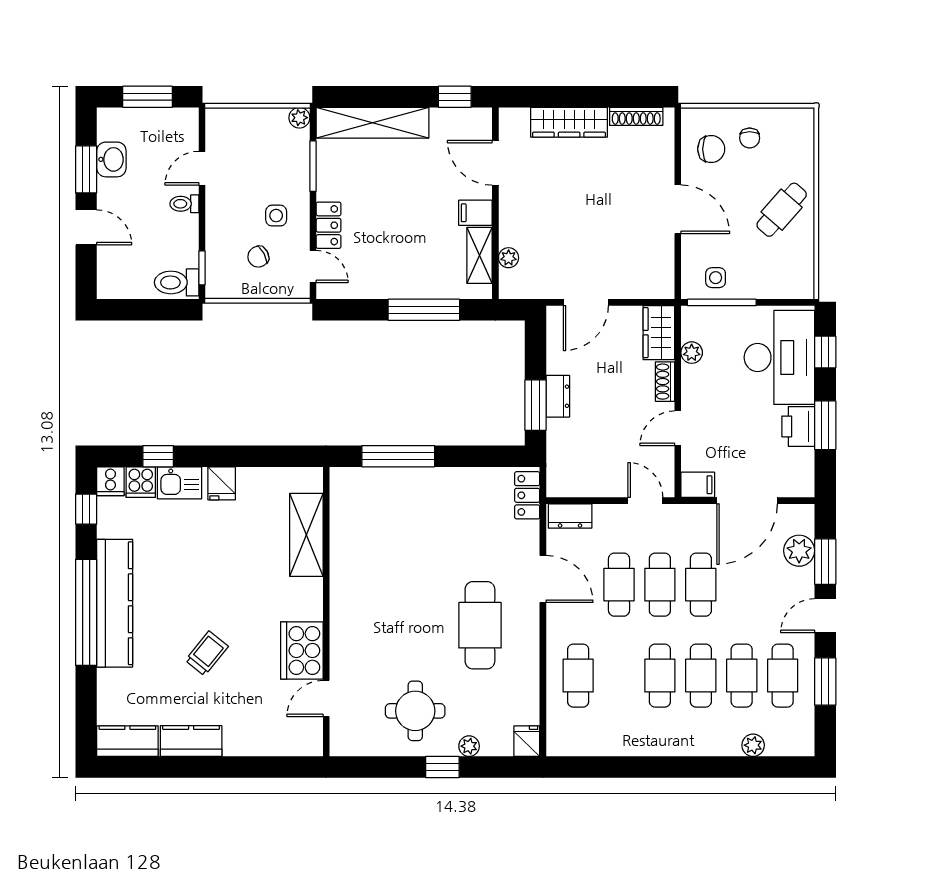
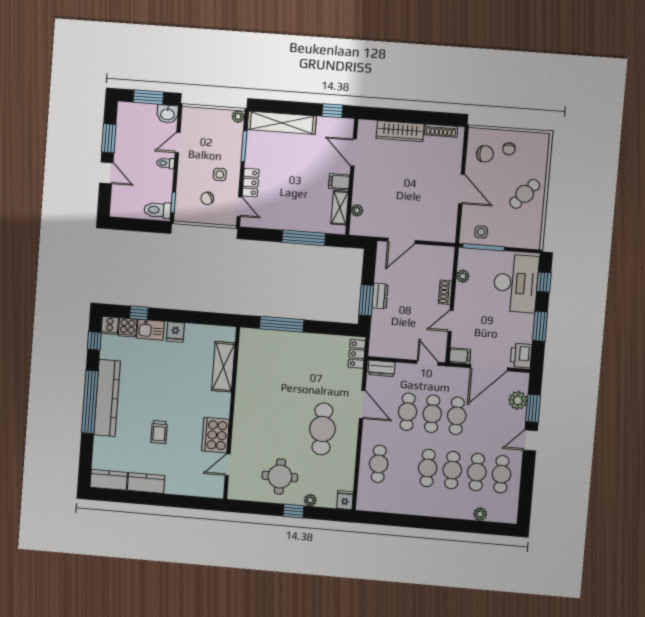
washbasin: (111, 159) -> (167, 114), moved, turned 90
wardrobe: (659, 333) -> (444, 263), removed
printer: (798, 426) -> (521, 355), moved
trolley: (207, 653) -> (159, 432), turned 141
window: (825, 682) -> (527, 480), removed

